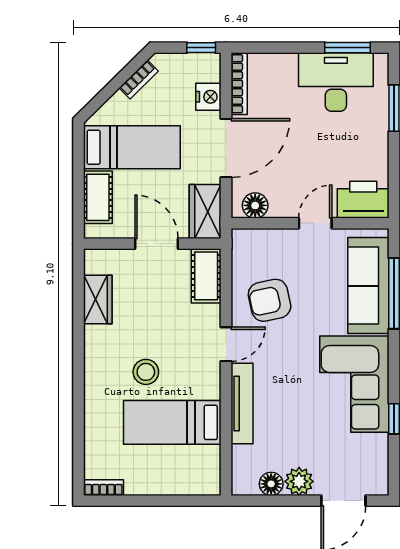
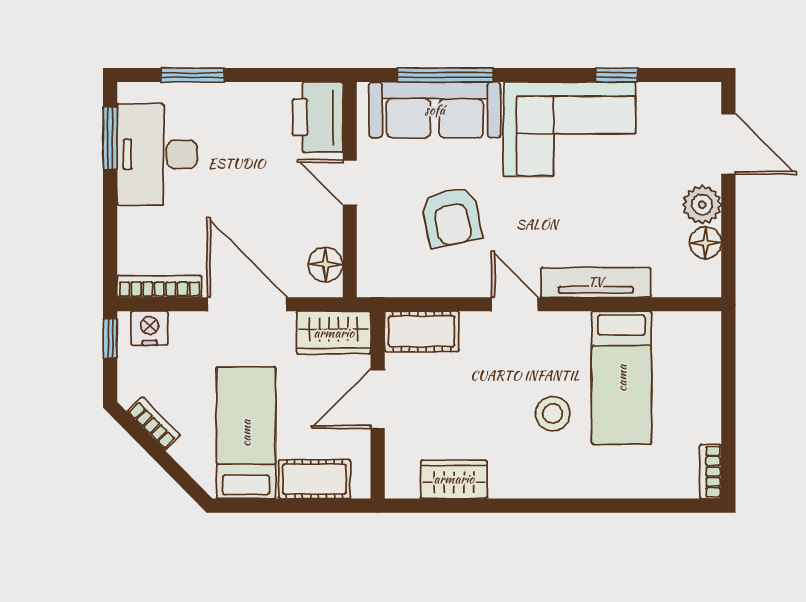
nightstand: (208, 97) -> (149, 328), moved
armchair: (270, 300) -> (452, 217), moved

